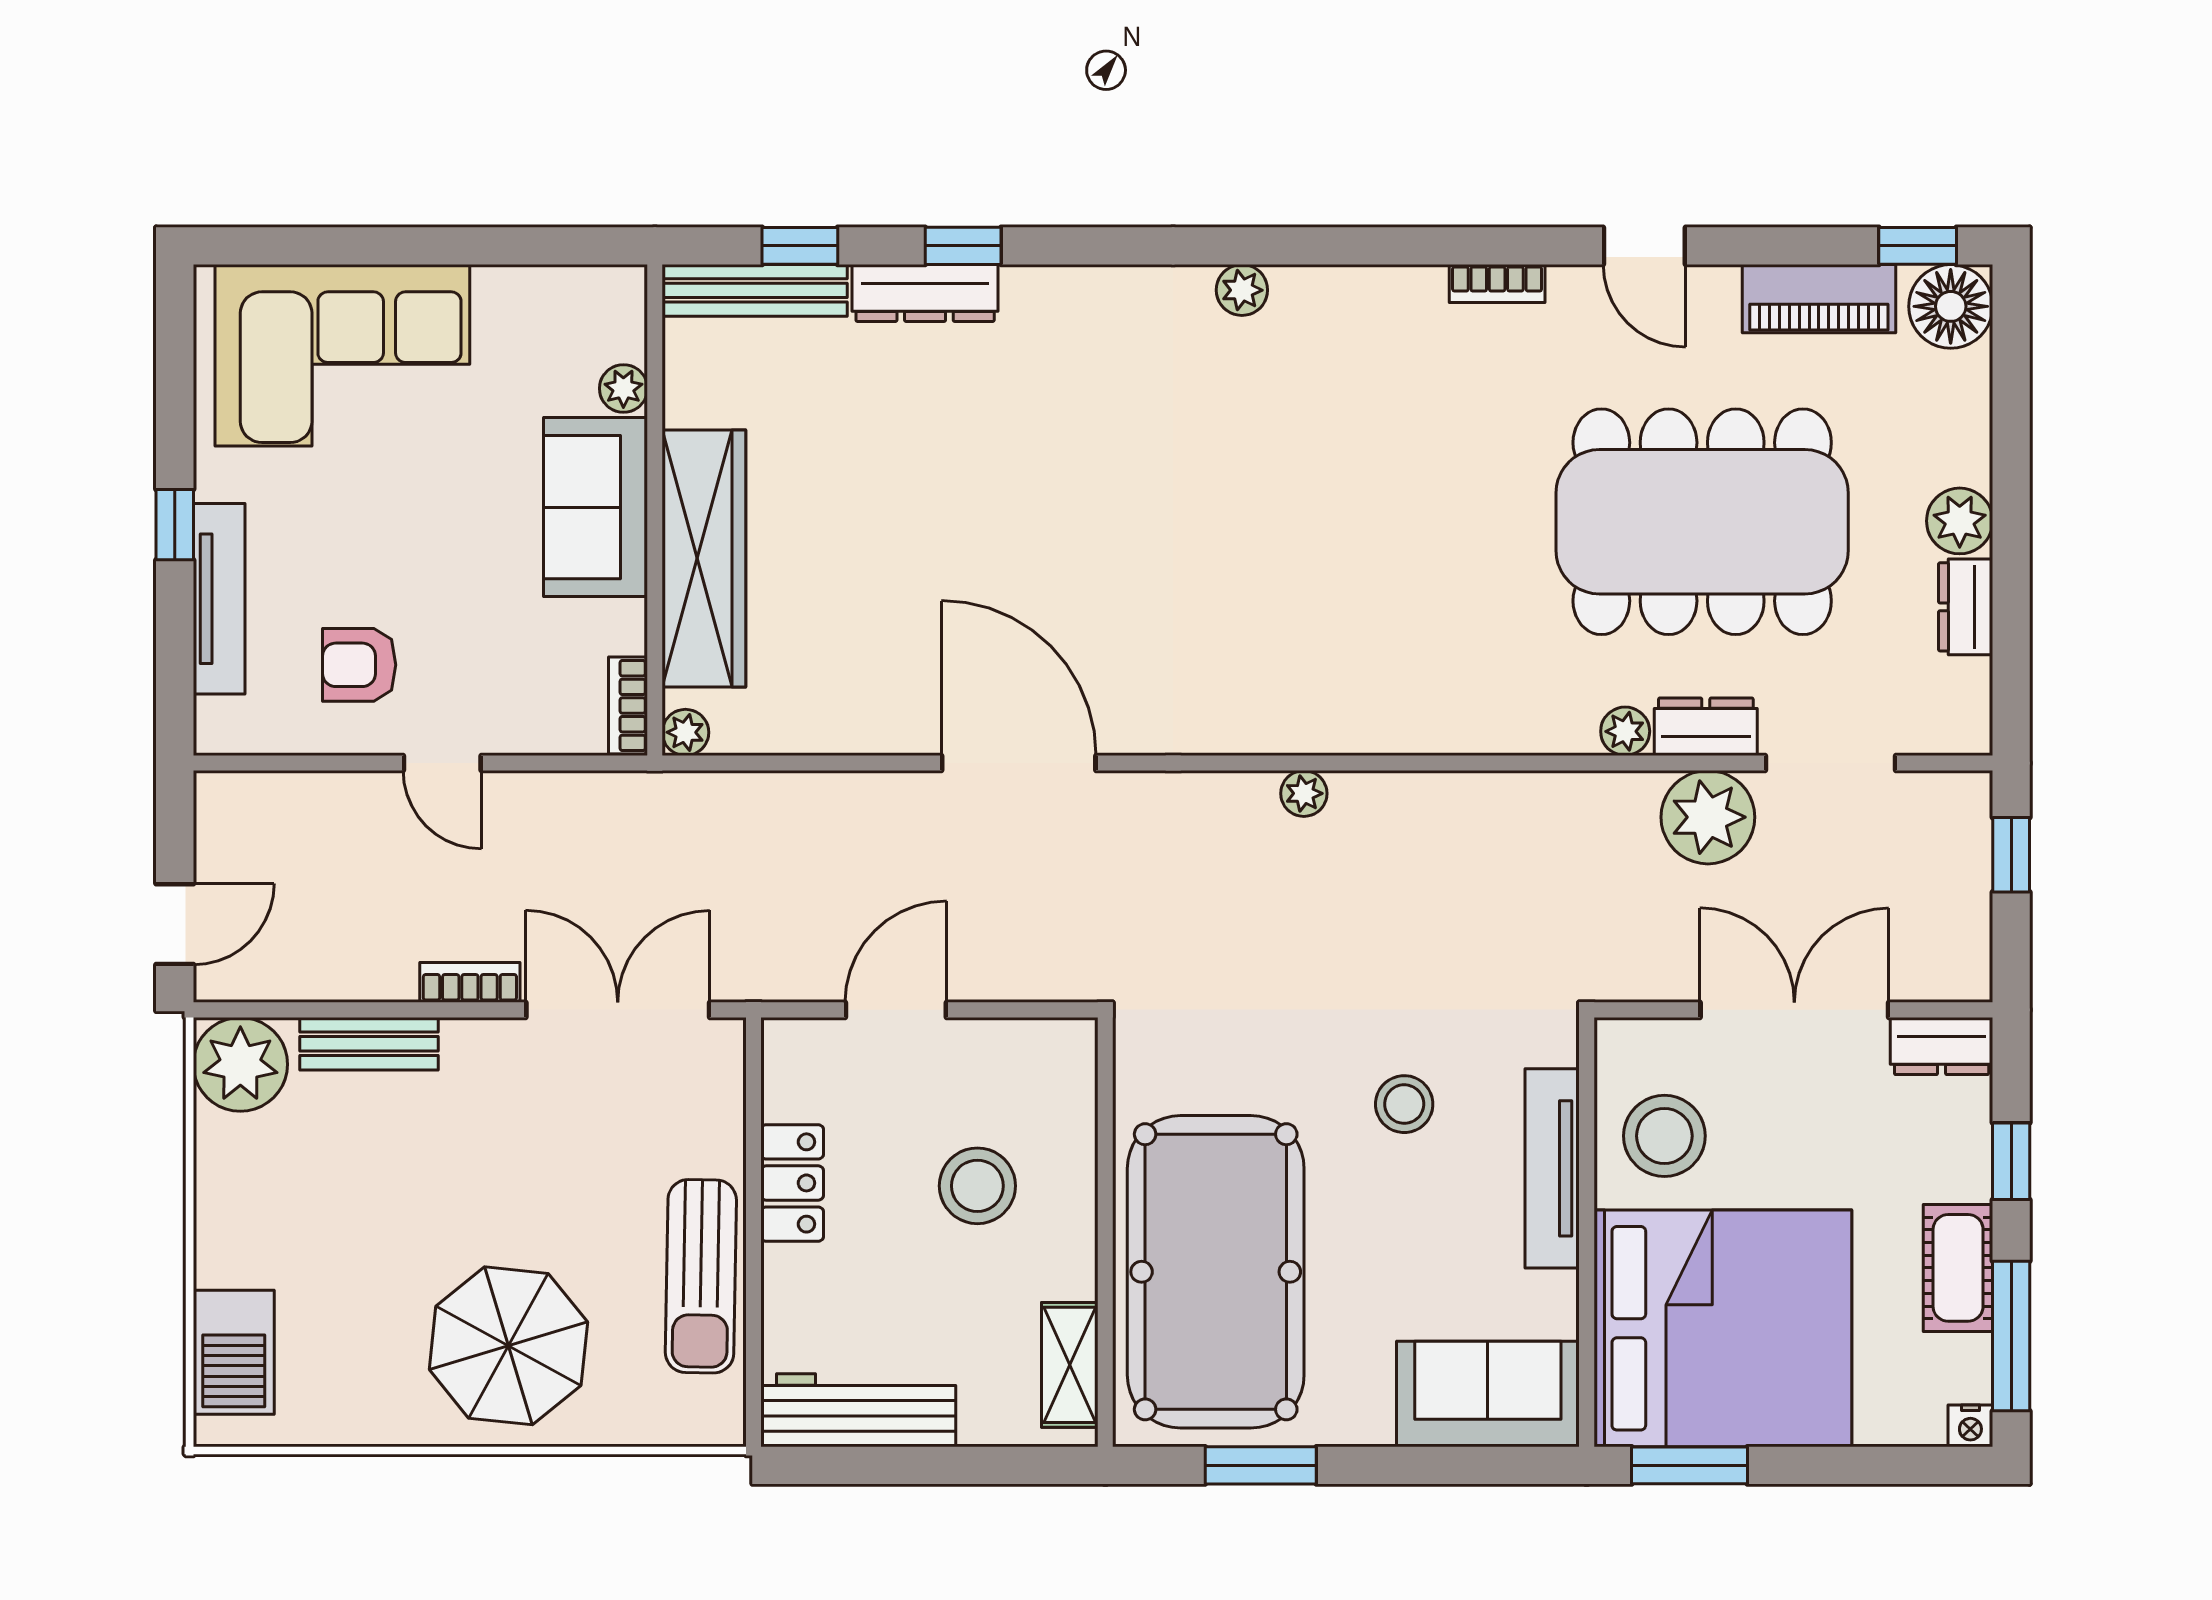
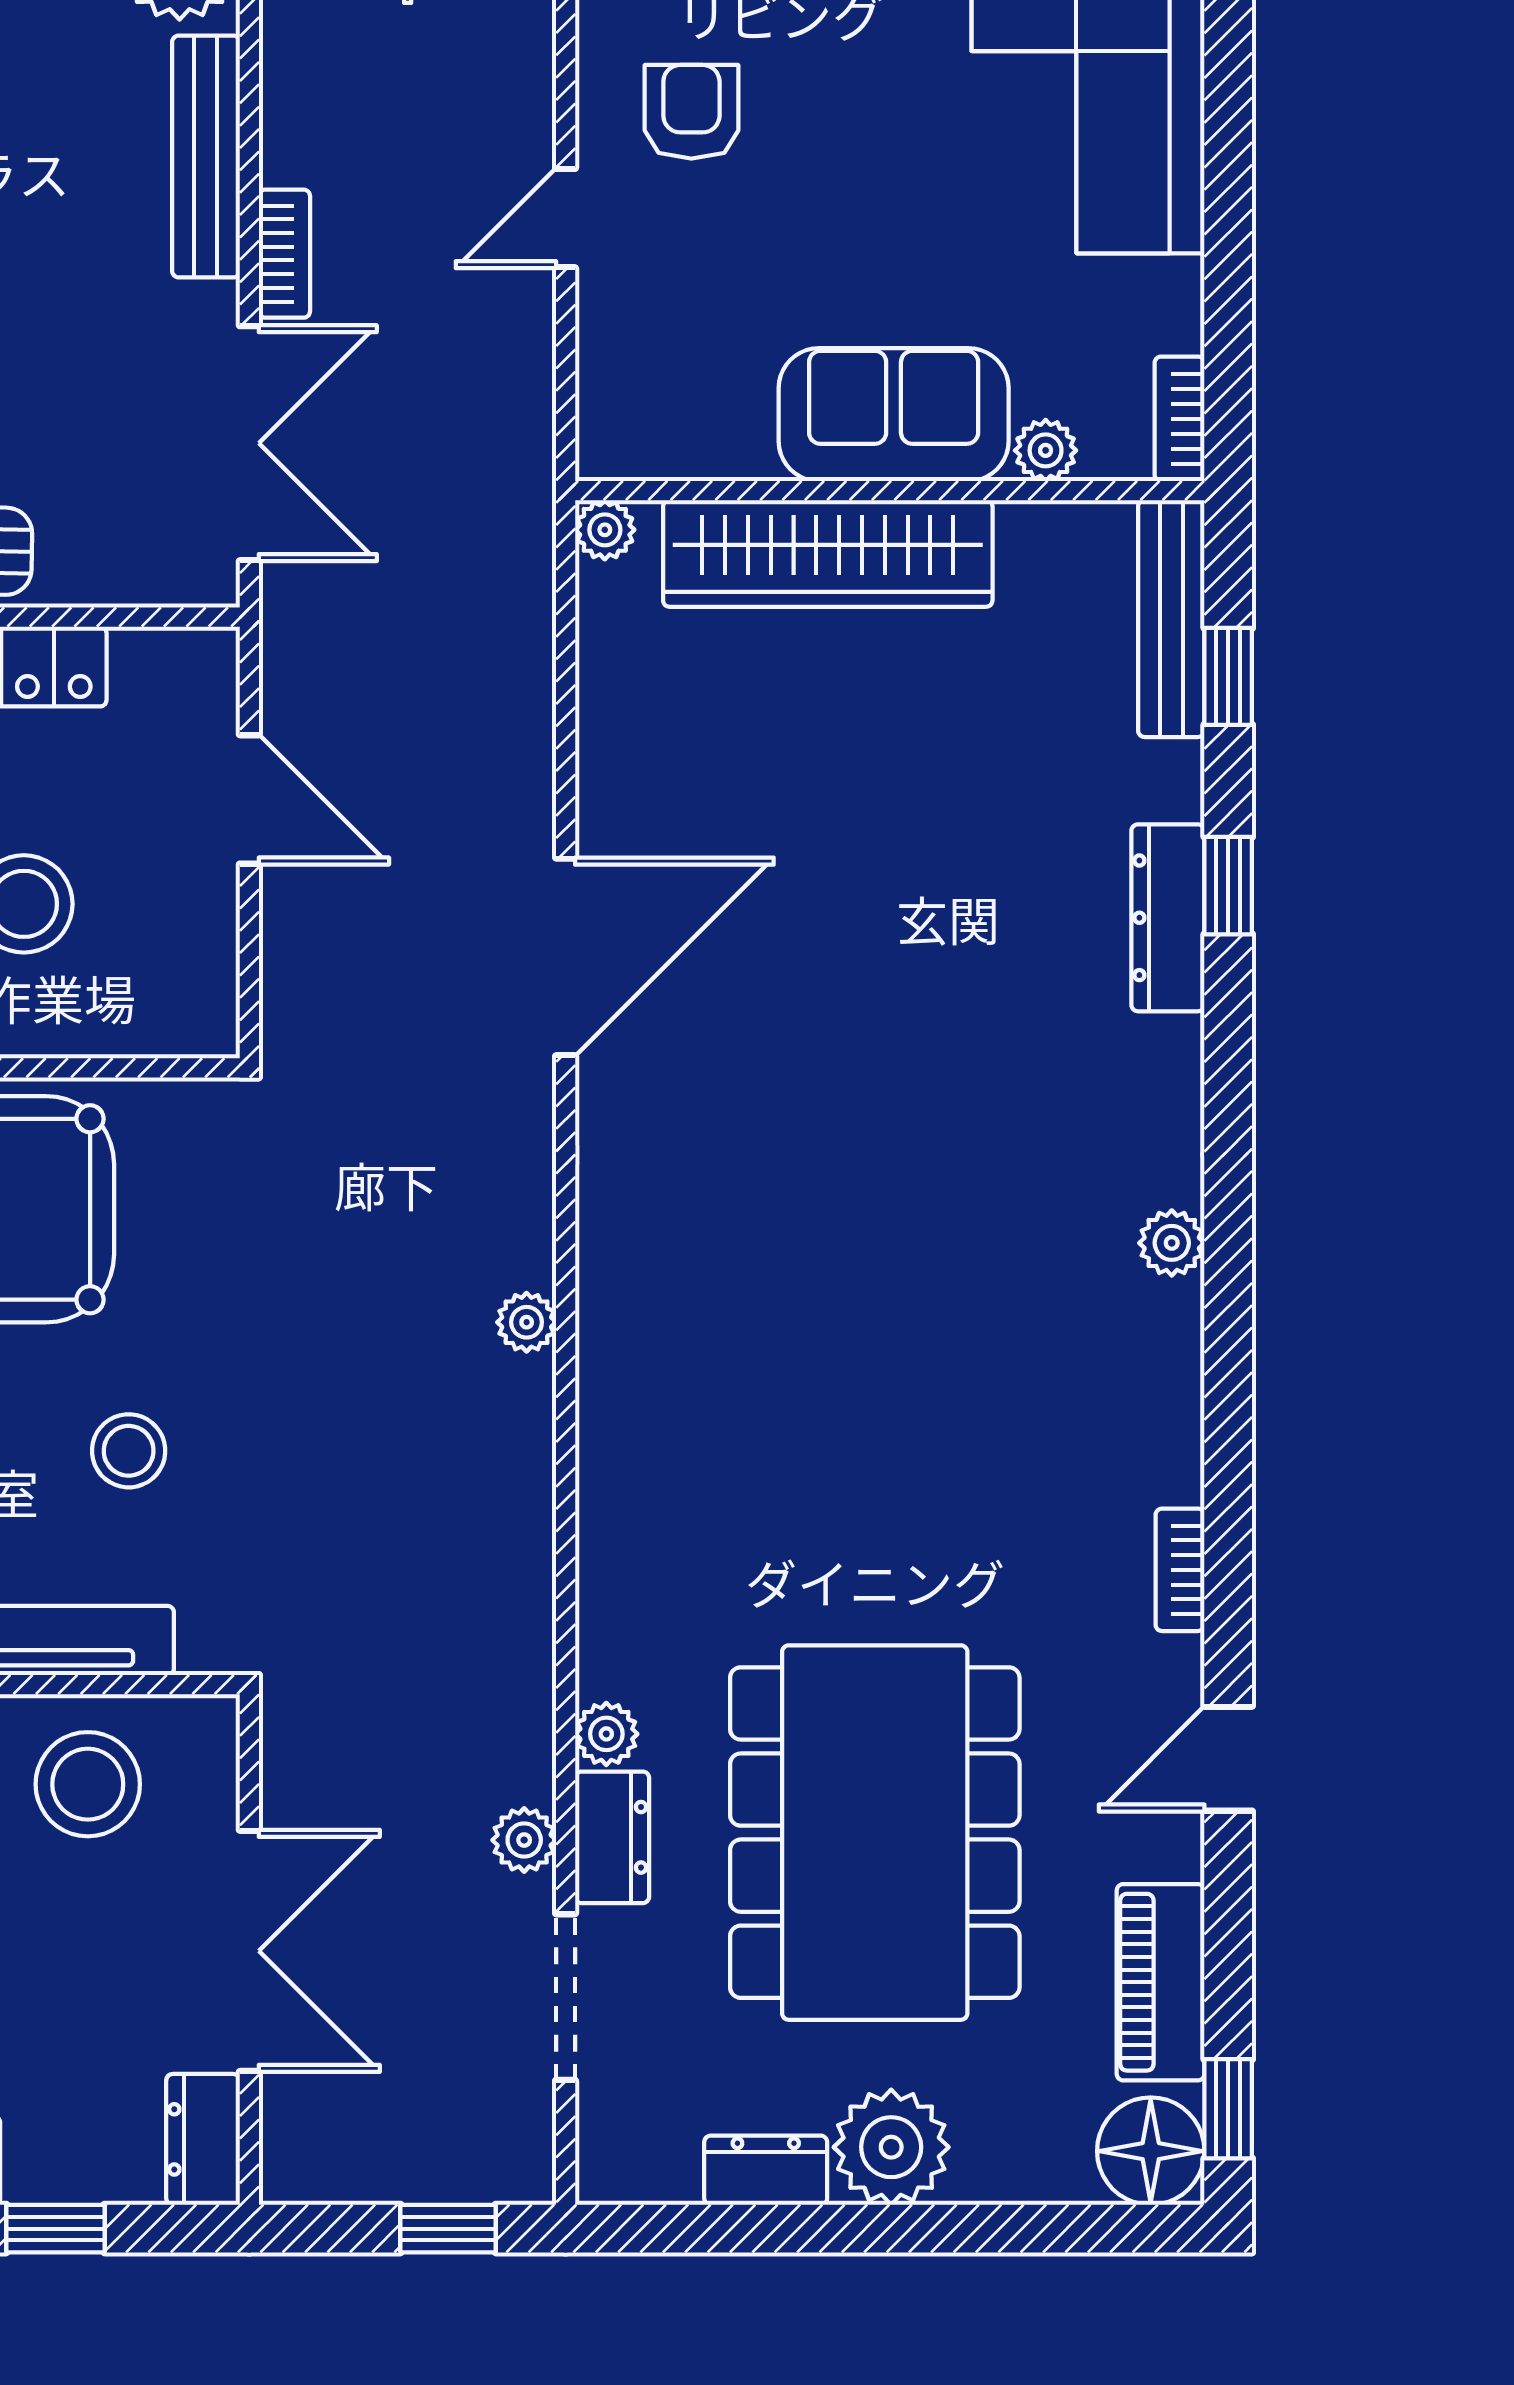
dresser: (925, 293) -> (1168, 918), moved
plant: (1960, 521) -> (891, 2147), width x1.36, depth x1.36
bookcase: (628, 706) -> (1180, 419), moved, turned -90
plant: (1708, 817) -> (524, 1840), width x0.53, depth x0.53
bench: (369, 1044) -> (206, 156), width x1.36

